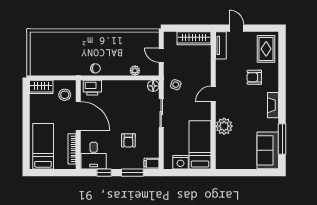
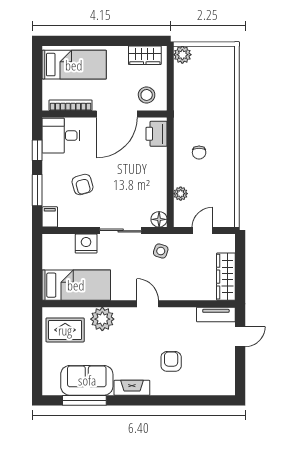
rug: (266, 49) -> (65, 330), moved
chair: (95, 68) -> (199, 153), moved
plant: (36, 69) -> (182, 55), added
wardrobe: (41, 87) -> (145, 55), moved, turned -90
armchair: (128, 140) -> (83, 184), turned -105
sofa: (268, 150) -> (87, 380), moved
nightstand: (180, 162) -> (86, 244), moved, turned 90

